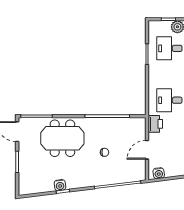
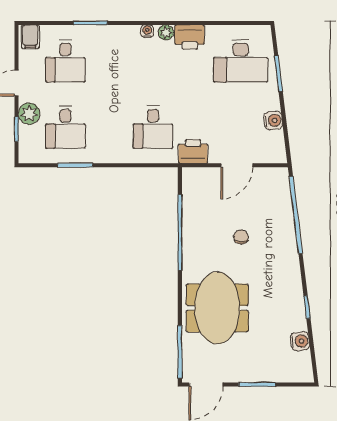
door: (147, 150) -> (237, 165), hinge flipped
water cooler: (159, 173) -> (273, 121), moved
water cooler: (60, 185) -> (300, 341), moved

